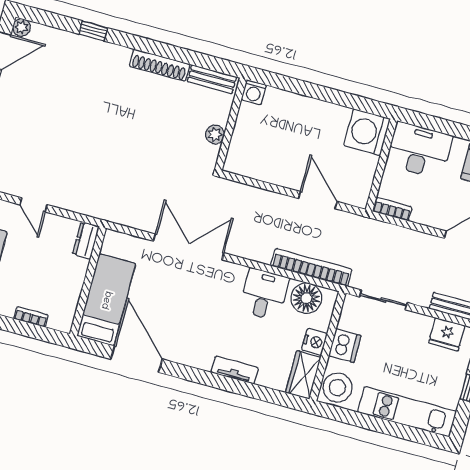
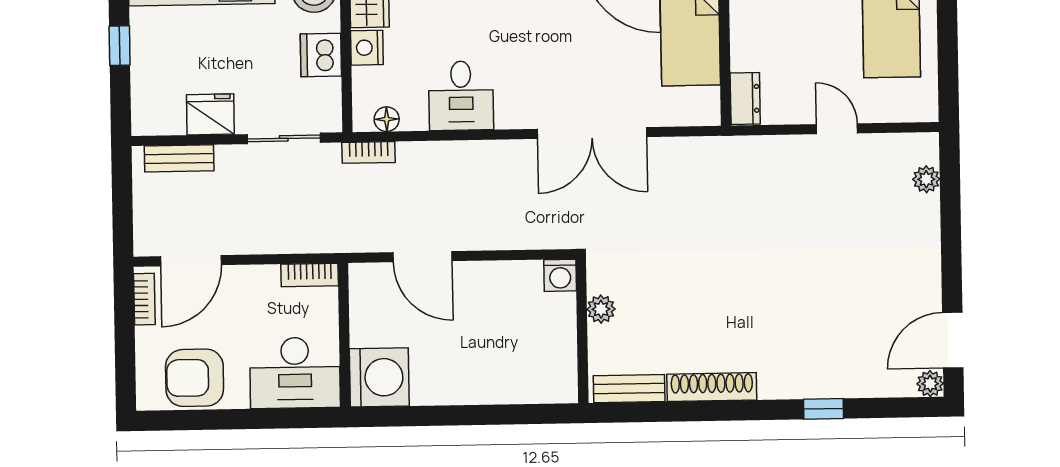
washing machine: (254, 92) -> (560, 275), moved, turned 180
bookcase: (311, 267) -> (368, 152), width x0.43, depth x0.76
floor lamp: (306, 298) -> (387, 119), width x0.53, depth x0.53
fridge: (447, 334) -> (210, 114), moved

